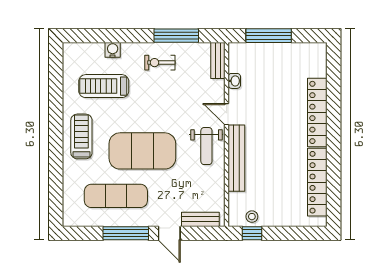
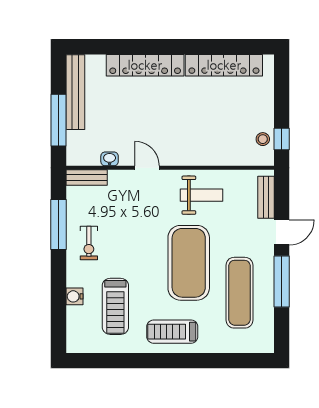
door: (227, 114) -> (147, 168), swing flipped
weight bench: (206, 146) -> (202, 195), moved
bench: (236, 158) -> (75, 92), moved, turned 90

